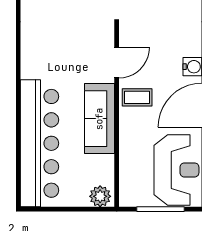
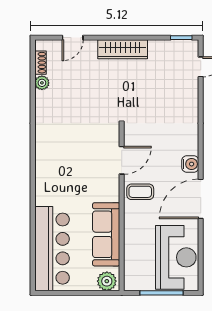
sofa: (99, 119) -> (106, 234), moved
bar counter: (40, 143) -> (52, 249), width x0.73

